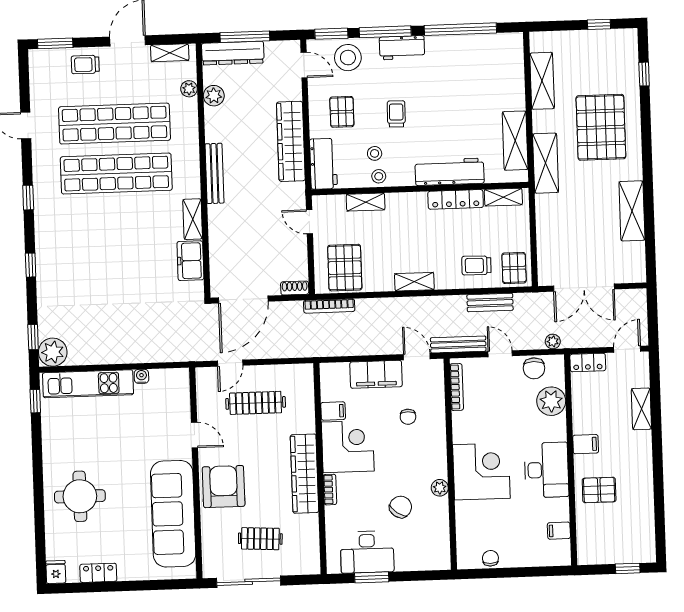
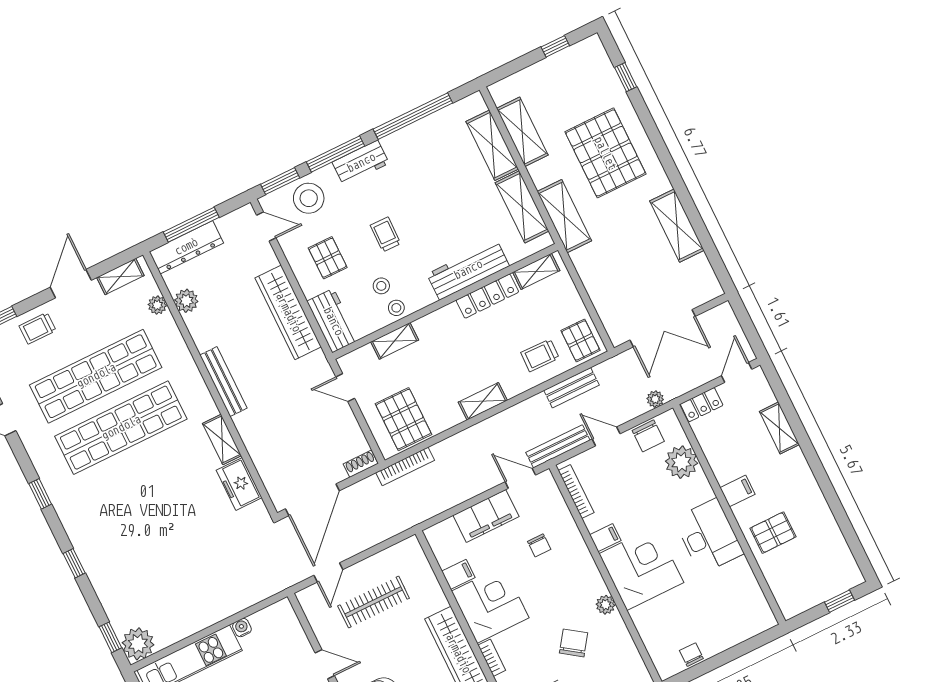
shelving: (513, 81) -> (492, 145), added
filing cabinet: (559, 531) -> (605, 538), moved, turned 180

